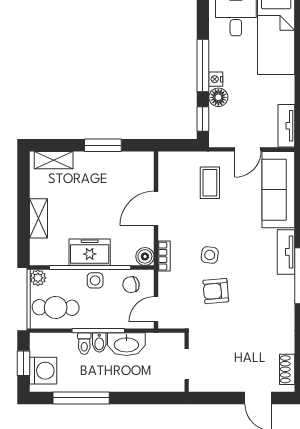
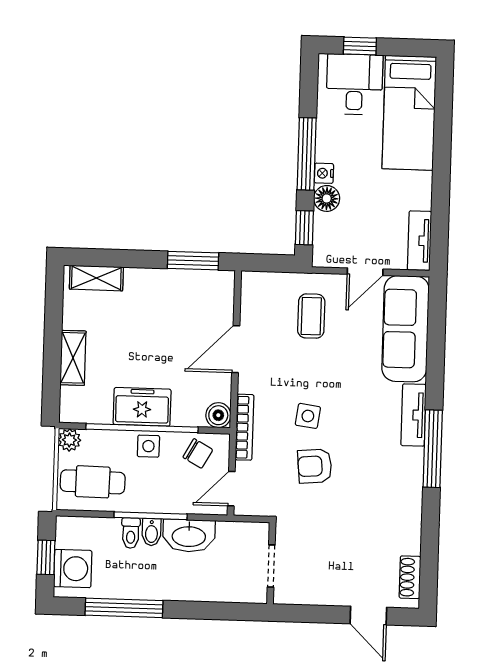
window: (103, 145) -> (193, 261), moved
bookcase: (164, 256) -> (244, 427), width x1.56
chair: (131, 285) -> (198, 453), turned -139

